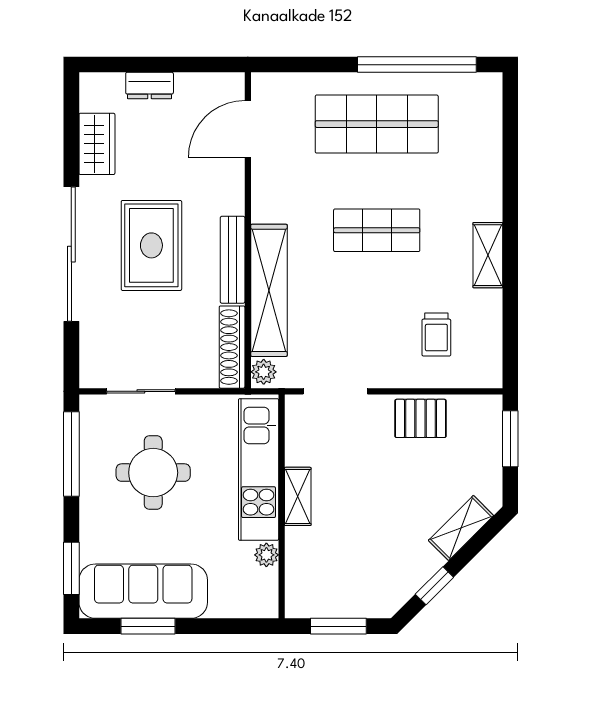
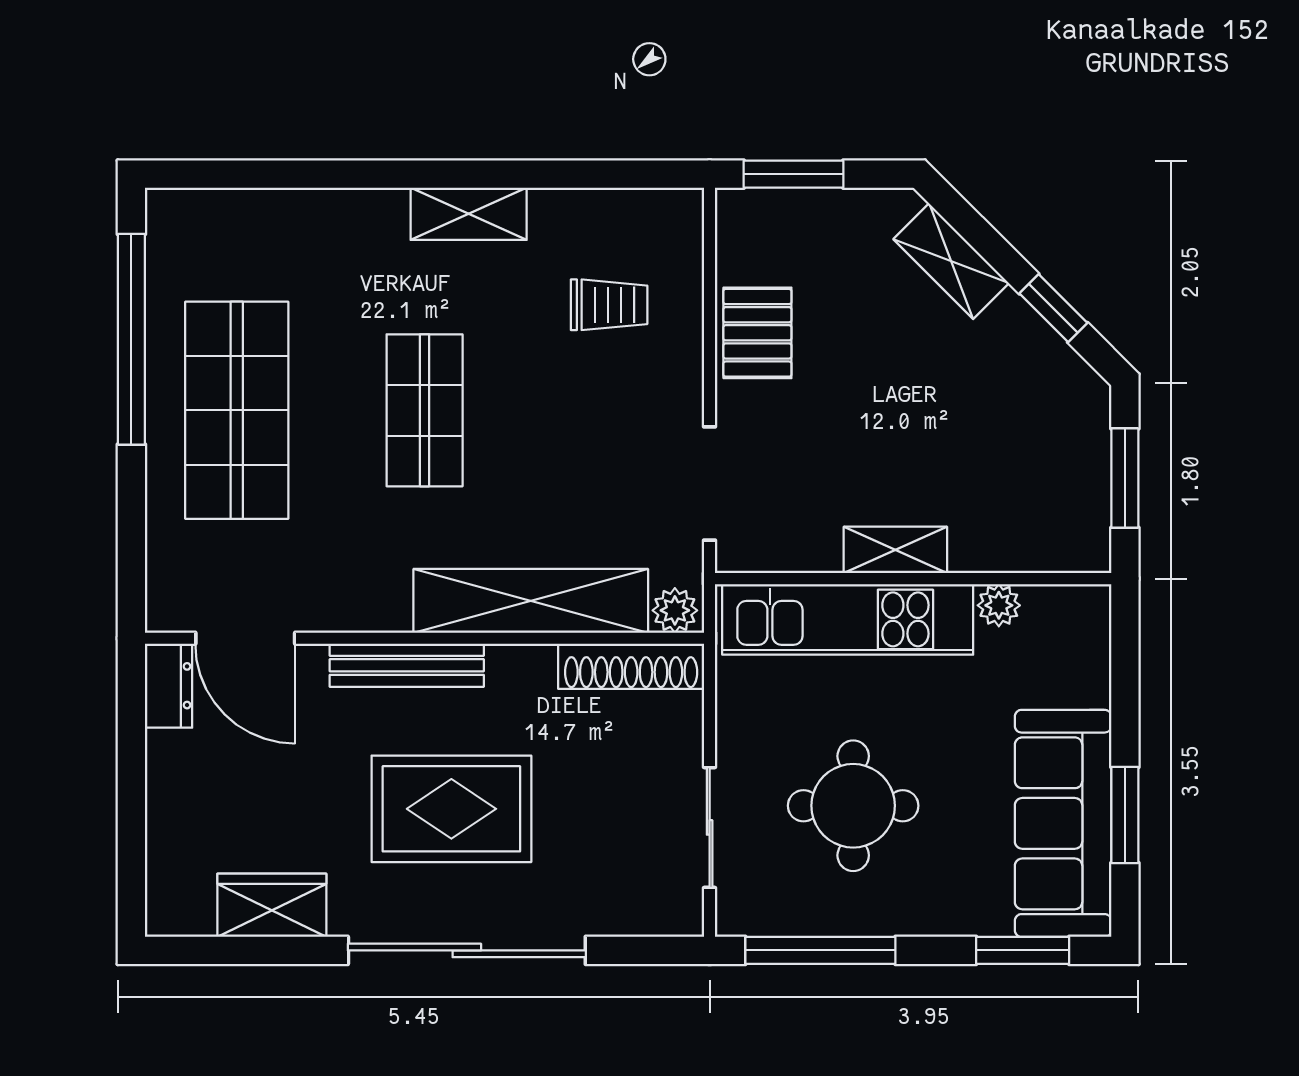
dresser: (150, 86) -> (169, 686), moved
bench: (233, 260) -> (407, 665), moved

